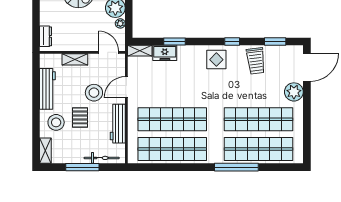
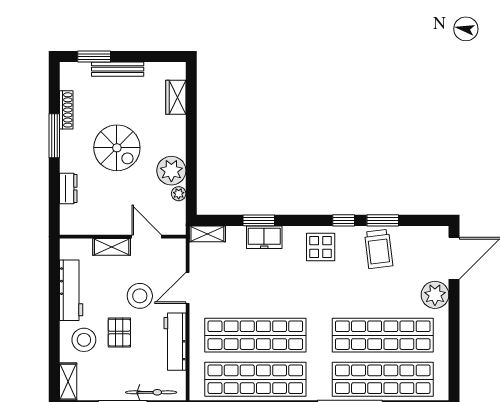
dresser: (46, 36) -> (68, 189), moved
window: (275, 41) -> (383, 220), moved
door: (109, 52) -> (147, 237), moved
freezer: (165, 53) -> (264, 237), moved

